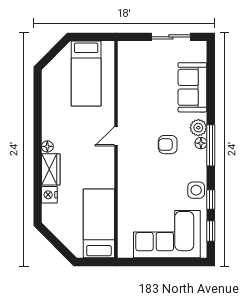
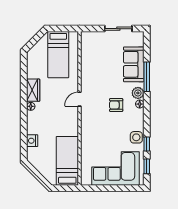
window: (211, 145) -> (147, 77), moved
wardrobe: (51, 169) -> (33, 90), moved

